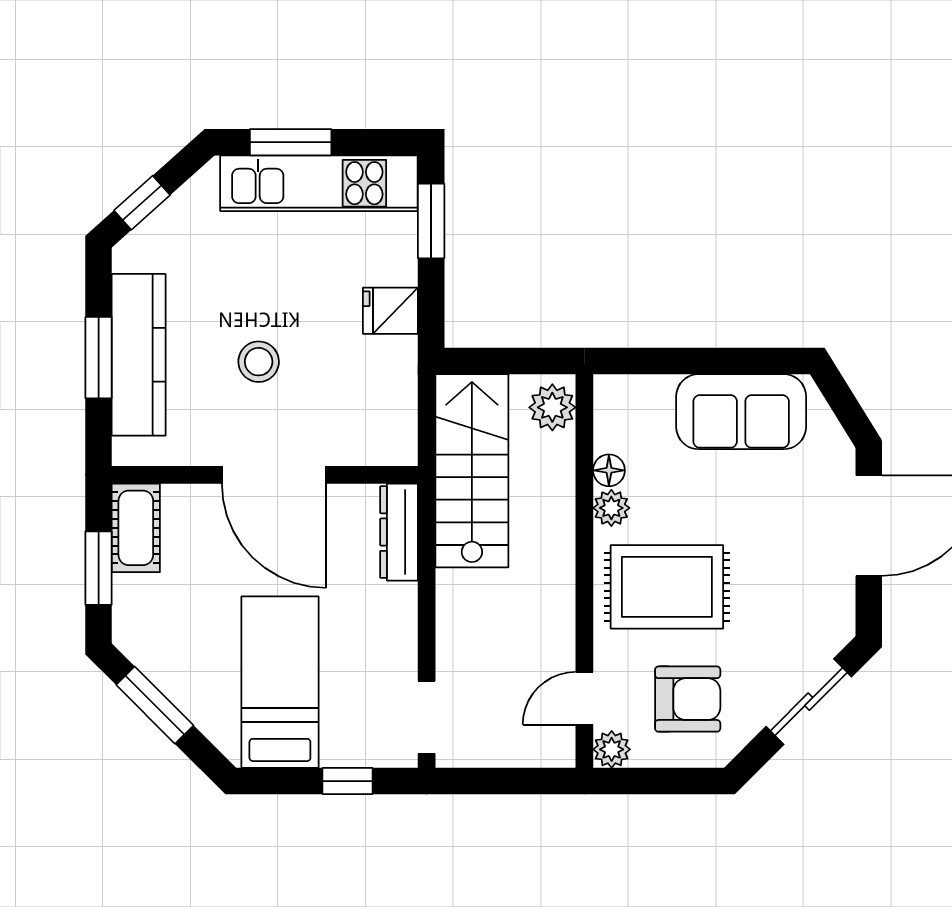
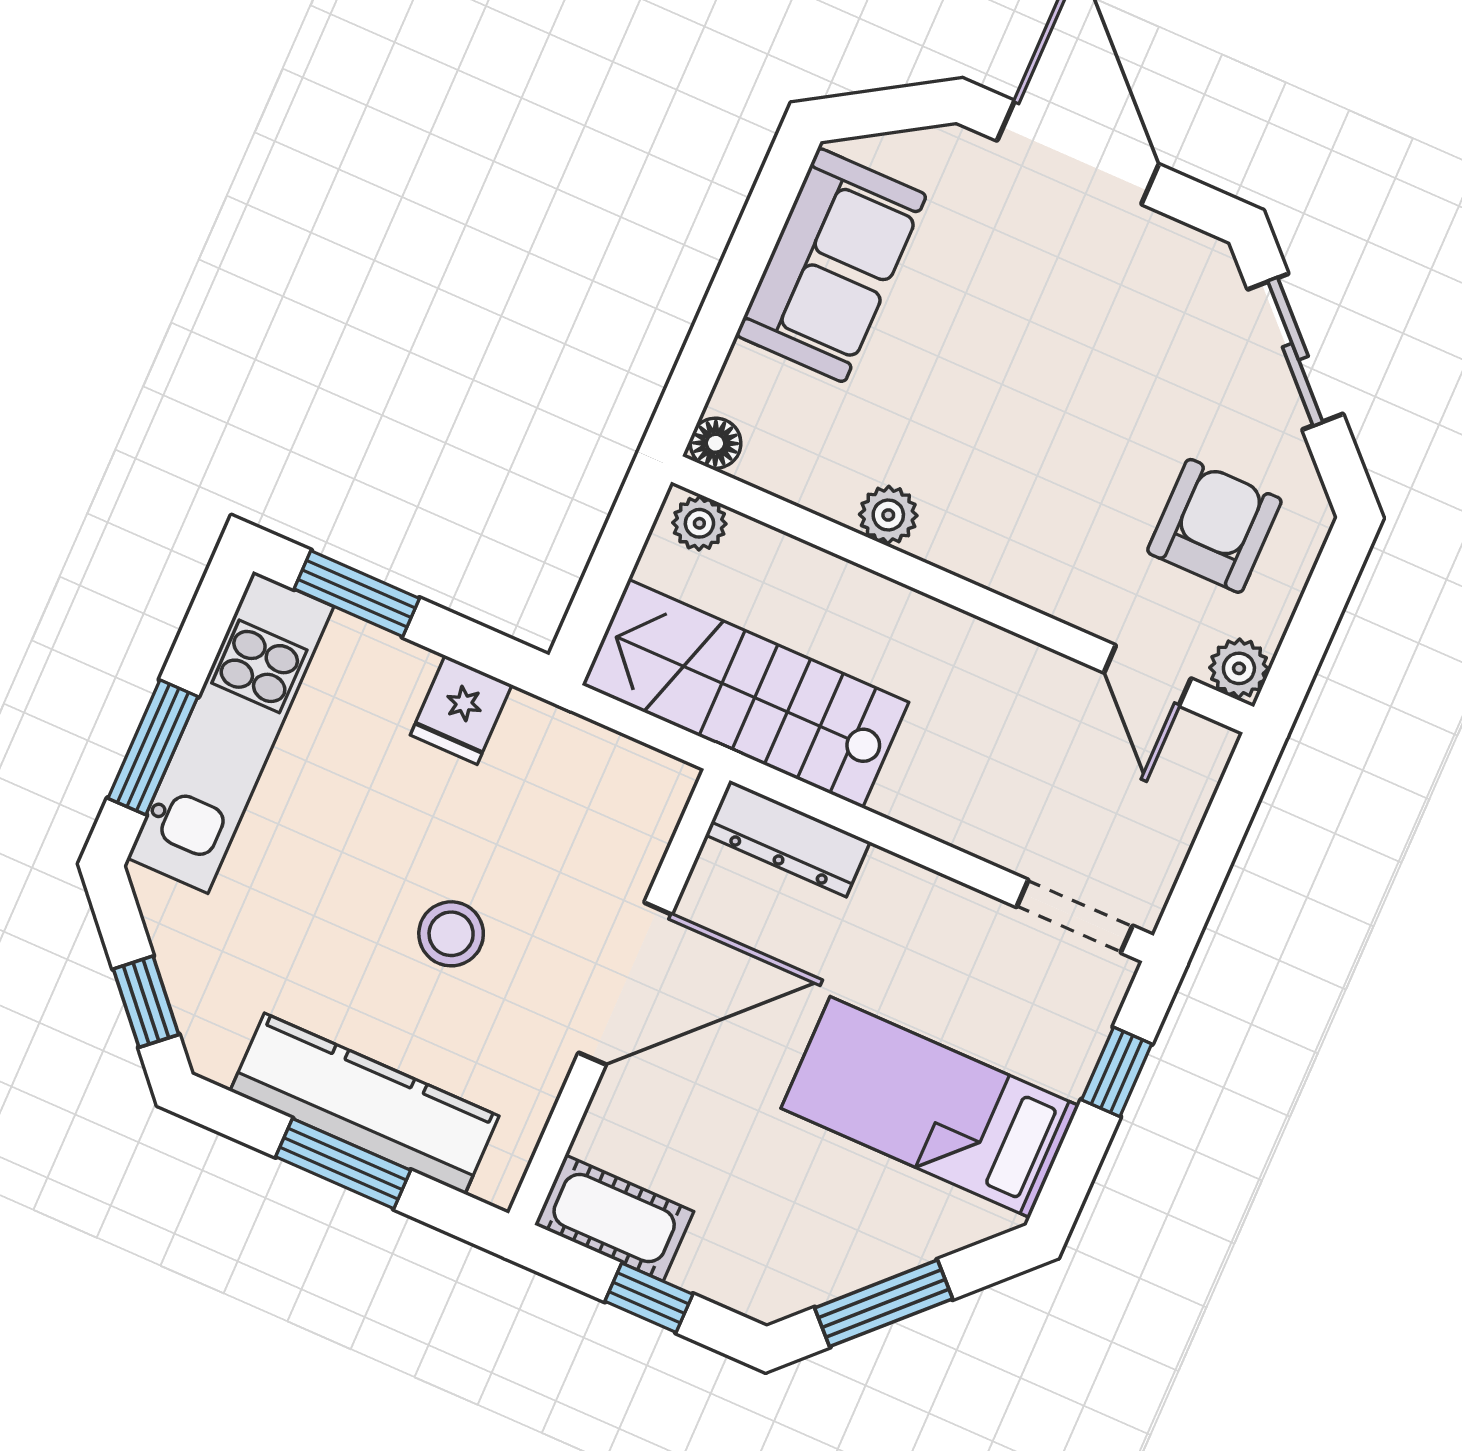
plant: (552, 407) -> (699, 523), width x0.73, depth x0.73
floor lamp: (609, 470) -> (716, 443), moved
window: (99, 568) -> (649, 1298), width x0.67
rug: (667, 587) -> (1038, 484), removed

